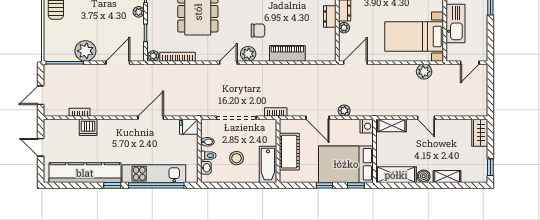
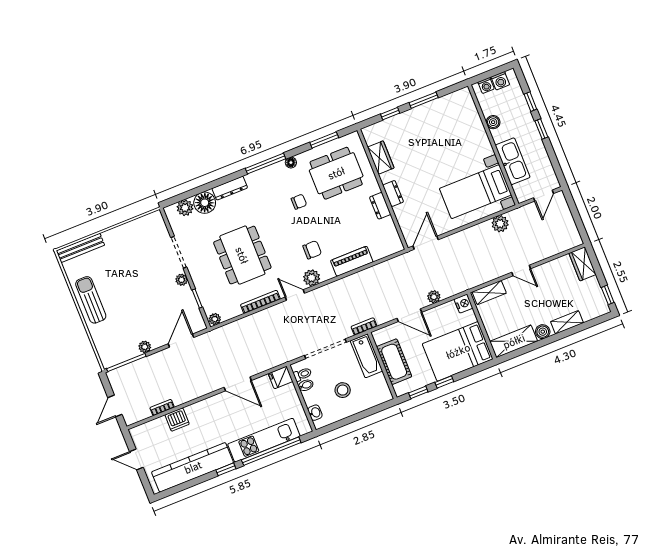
plant: (344, 28) -> (399, 211), removed
plant: (85, 51) -> (145, 347), width x0.53, depth x0.53
bookcase: (177, 57) -> (260, 302), moved
door: (228, 63) -> (295, 295), hinge flipped
door: (151, 118) -> (238, 384), swing flipped
toilet: (208, 156) -> (303, 374), moved
bathtub: (268, 164) -> (366, 356), moved
window: (356, 185) -> (418, 392), moved

